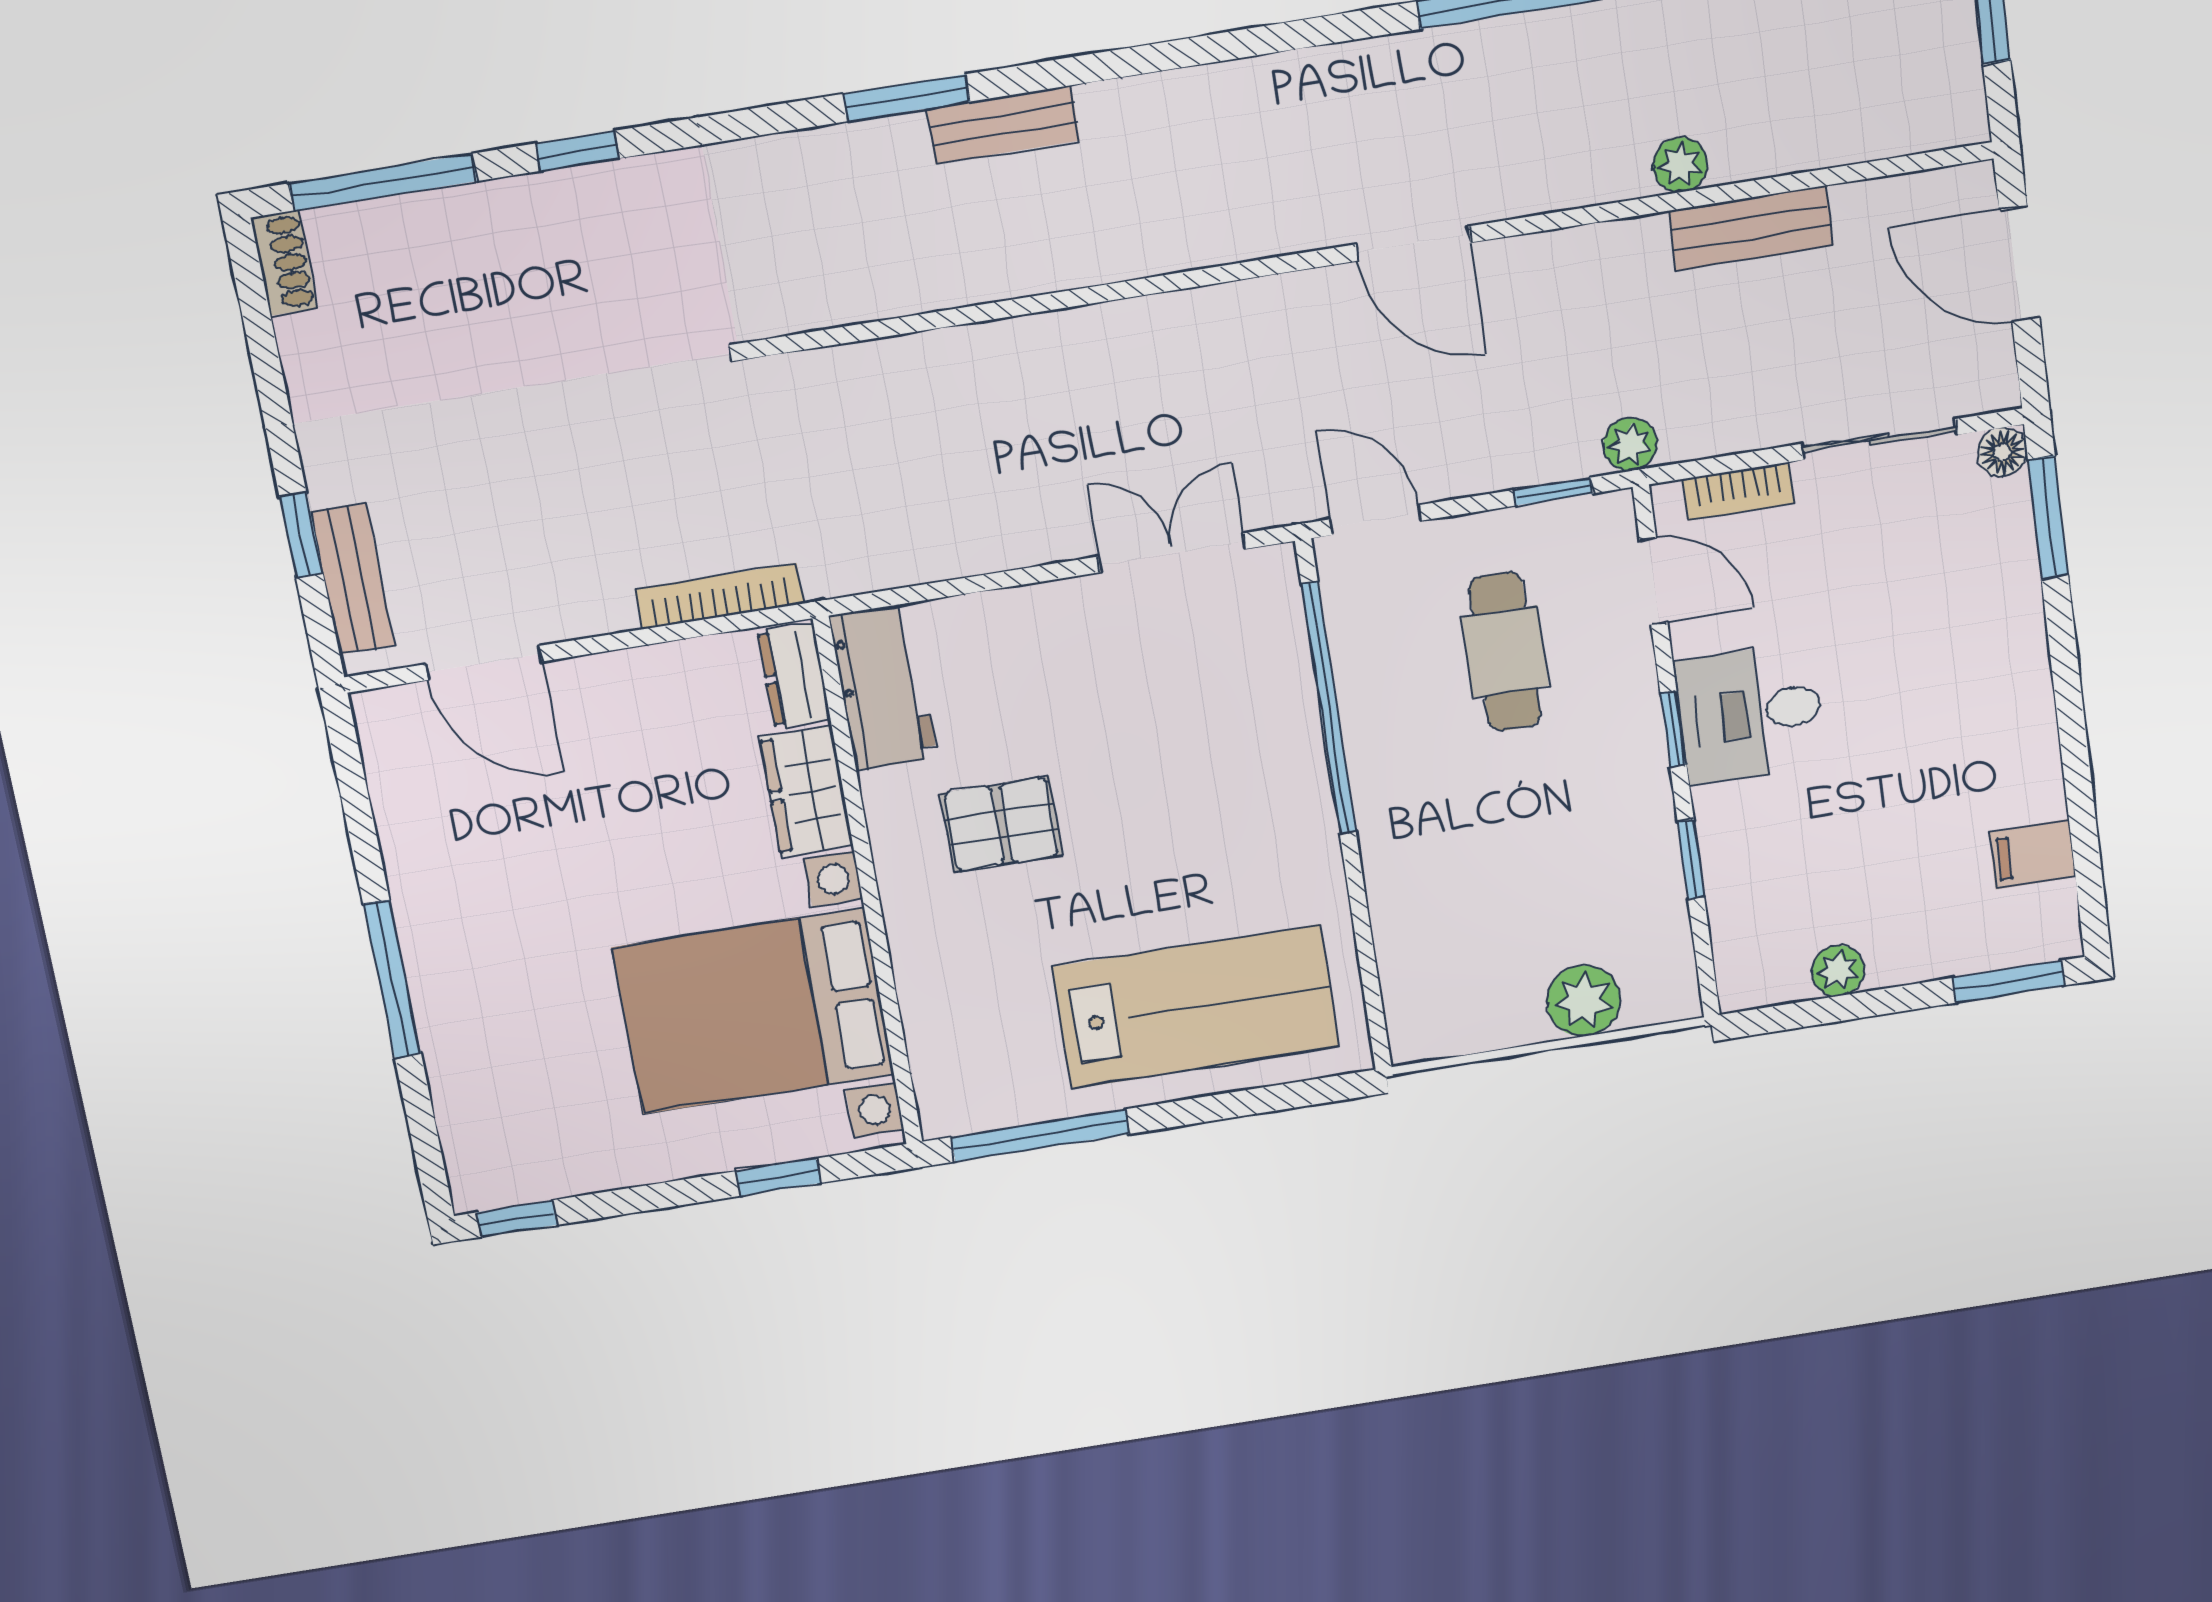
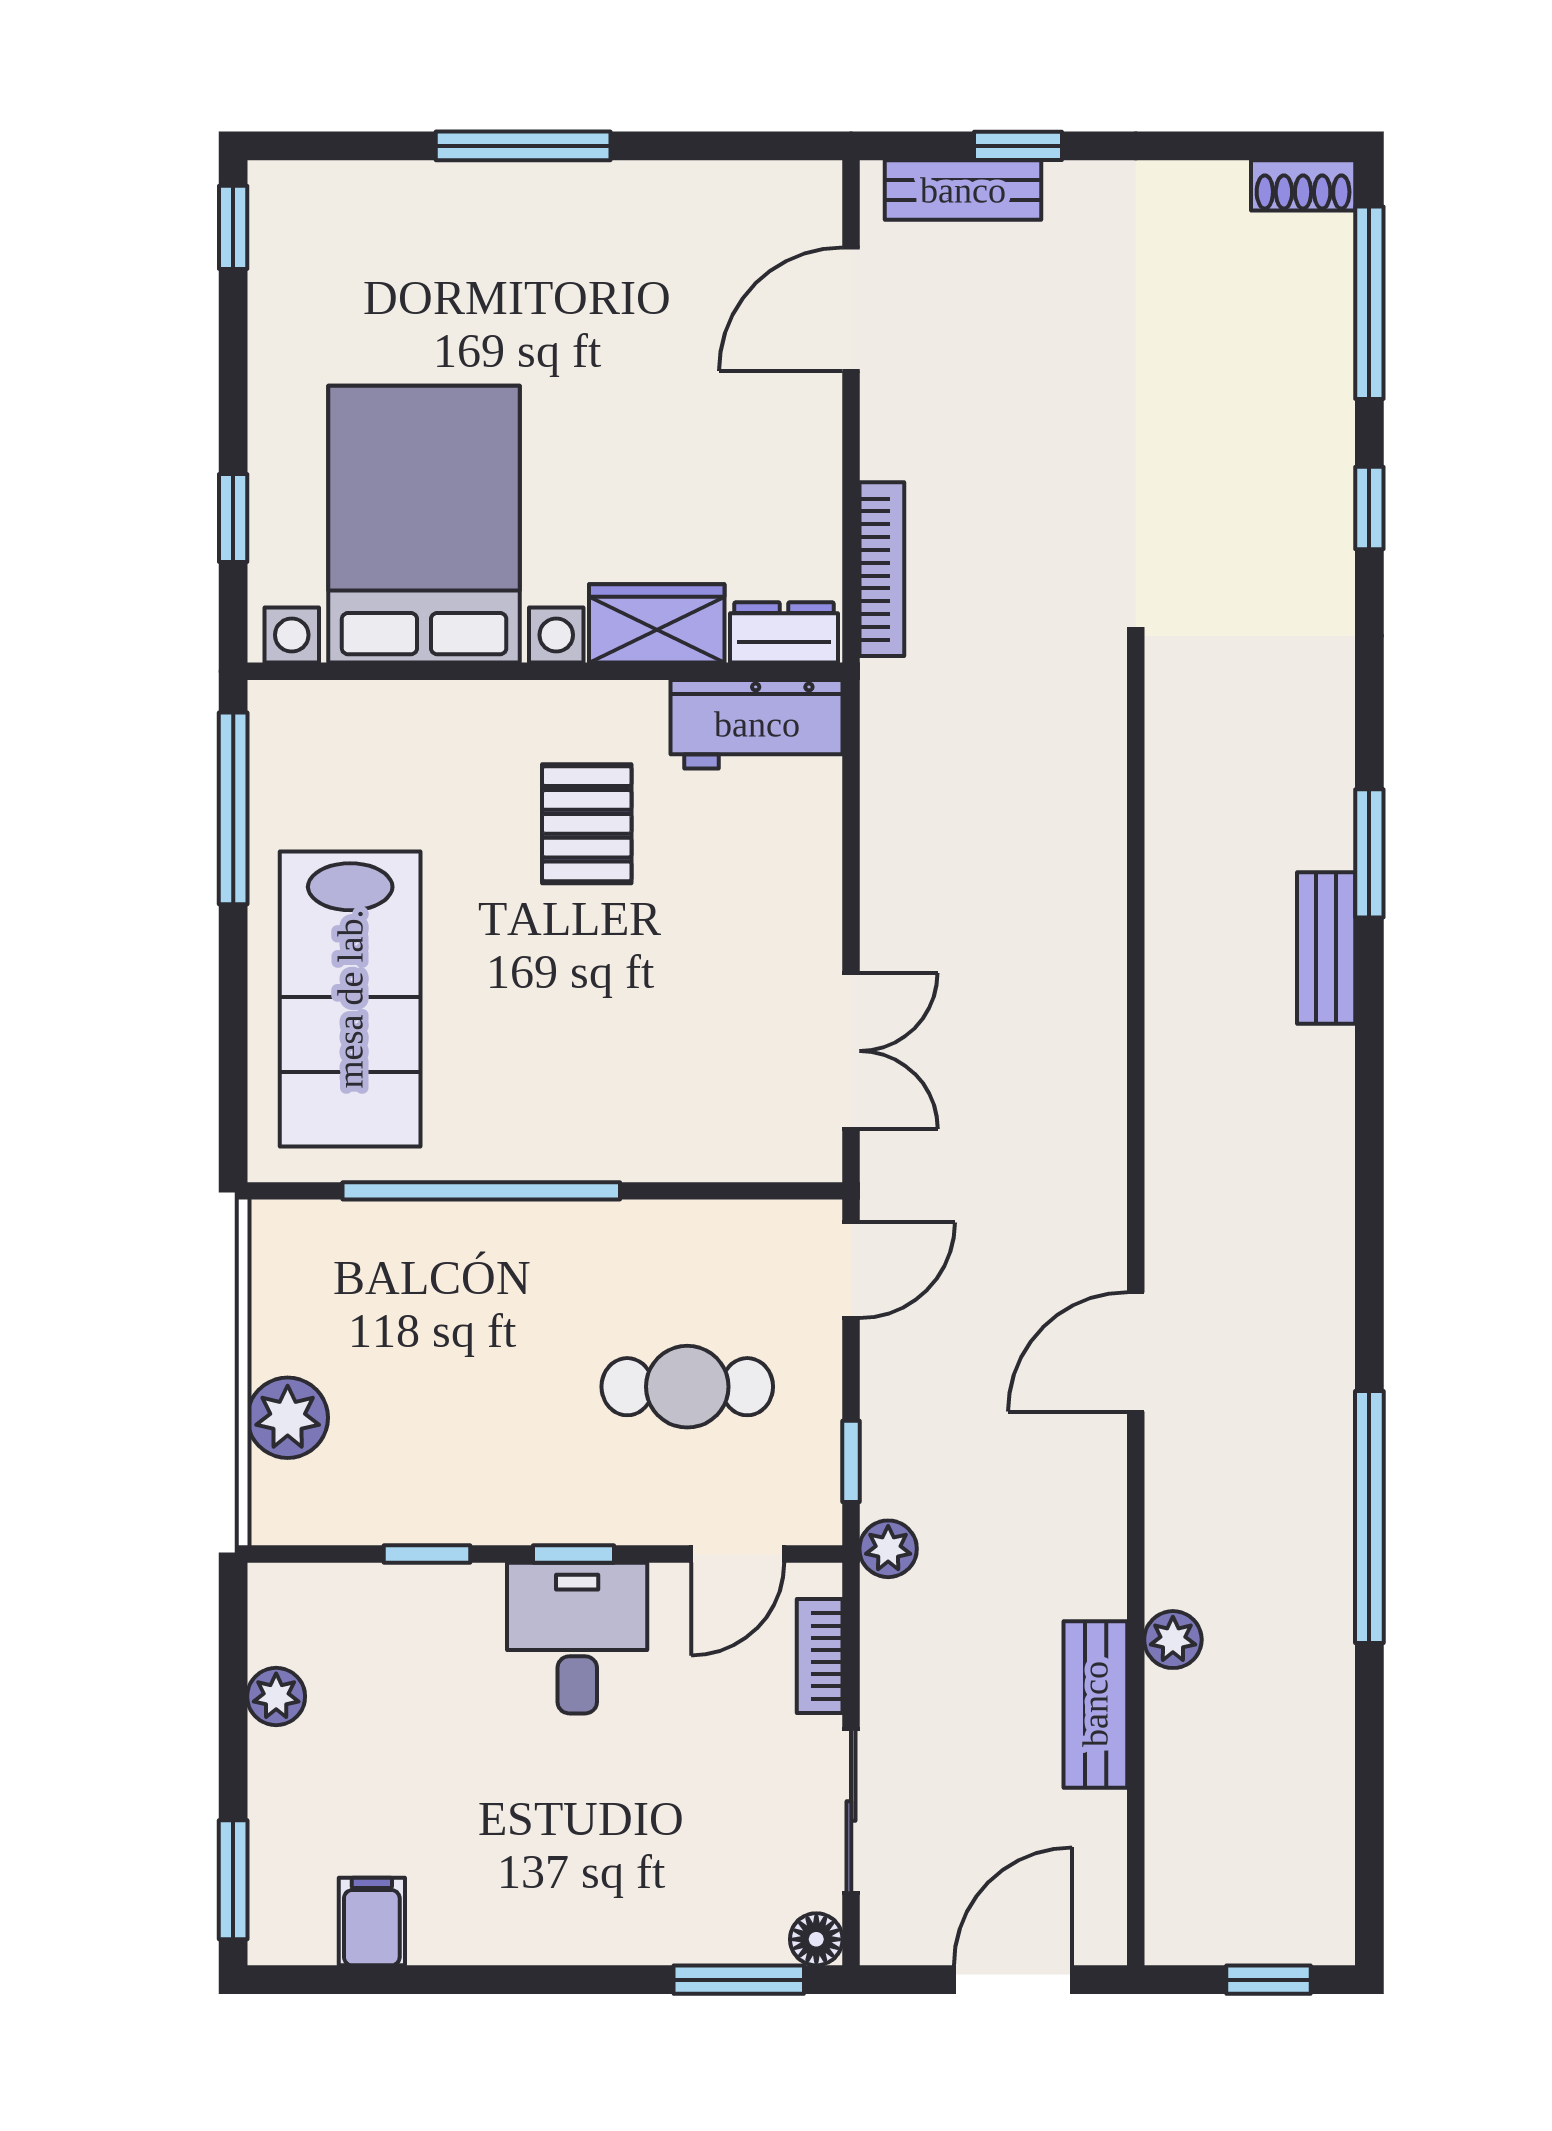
window: (1329, 708) -> (481, 1191), moved

